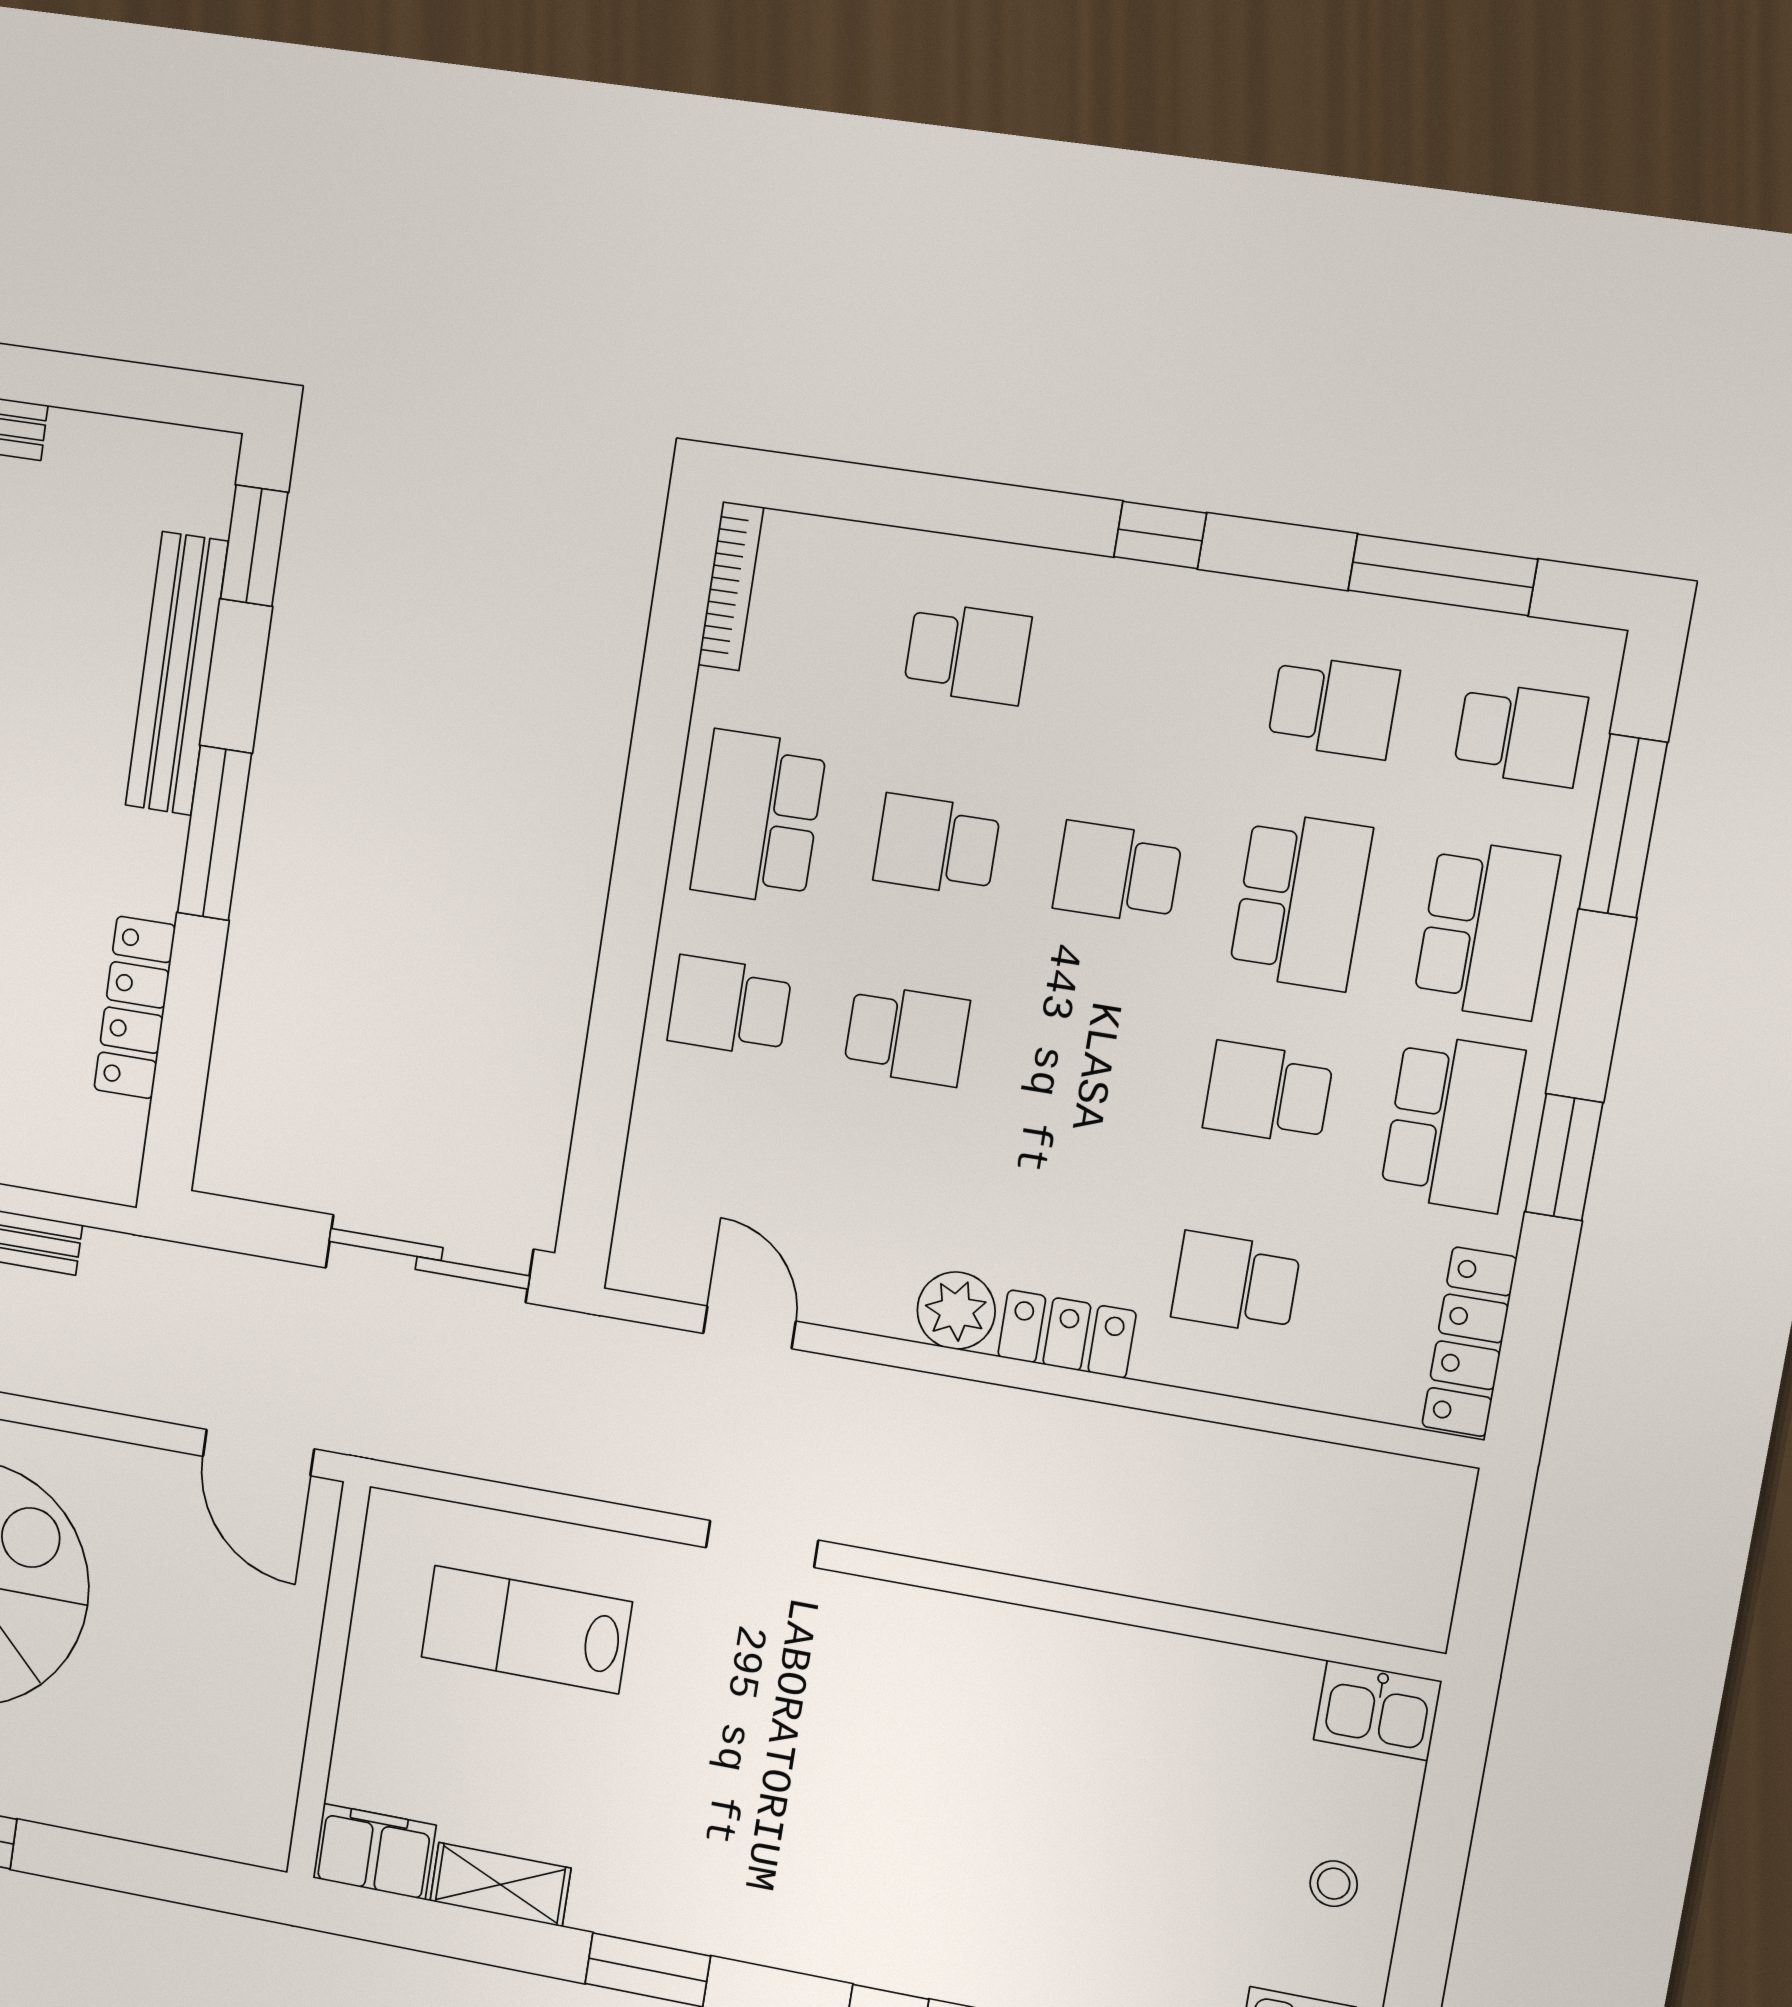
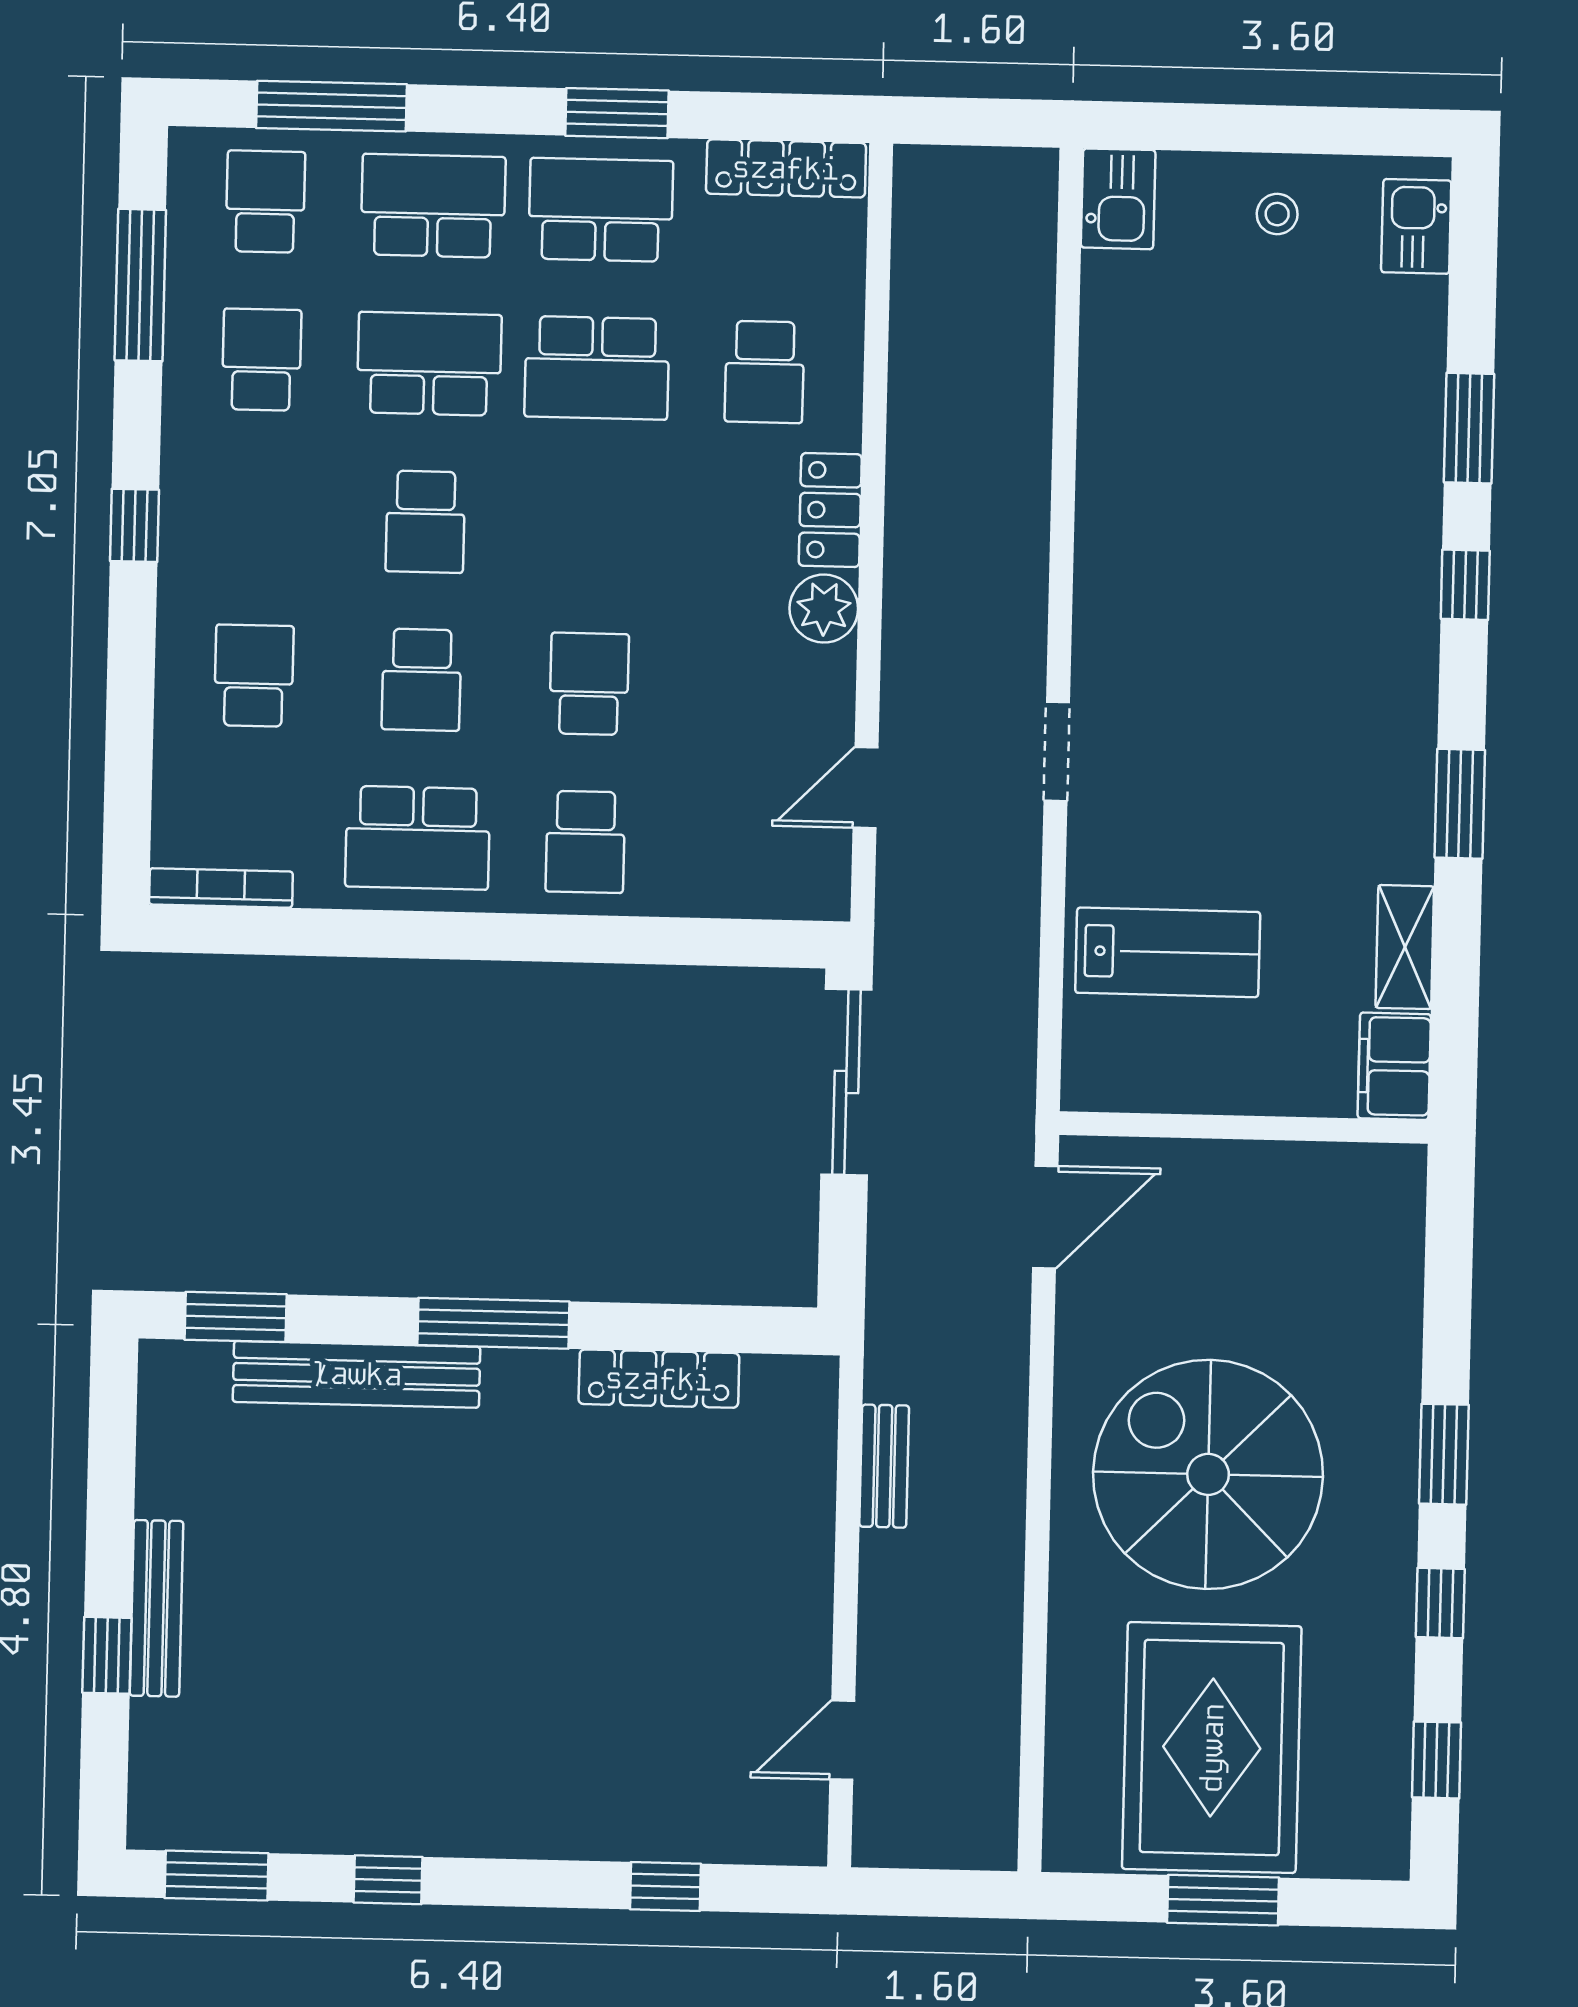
school desk: (1268, 1093) -> (597, 368), width x1.85
lab bench: (527, 1630) -> (1168, 952), turned -90

